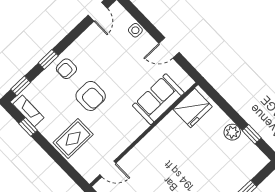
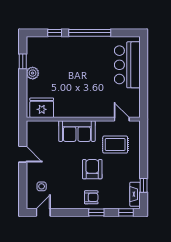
side table: (135, 30) -> (42, 186), moved
sofa: (158, 99) -> (77, 131), moved
rug: (73, 139) -> (115, 145), moved

